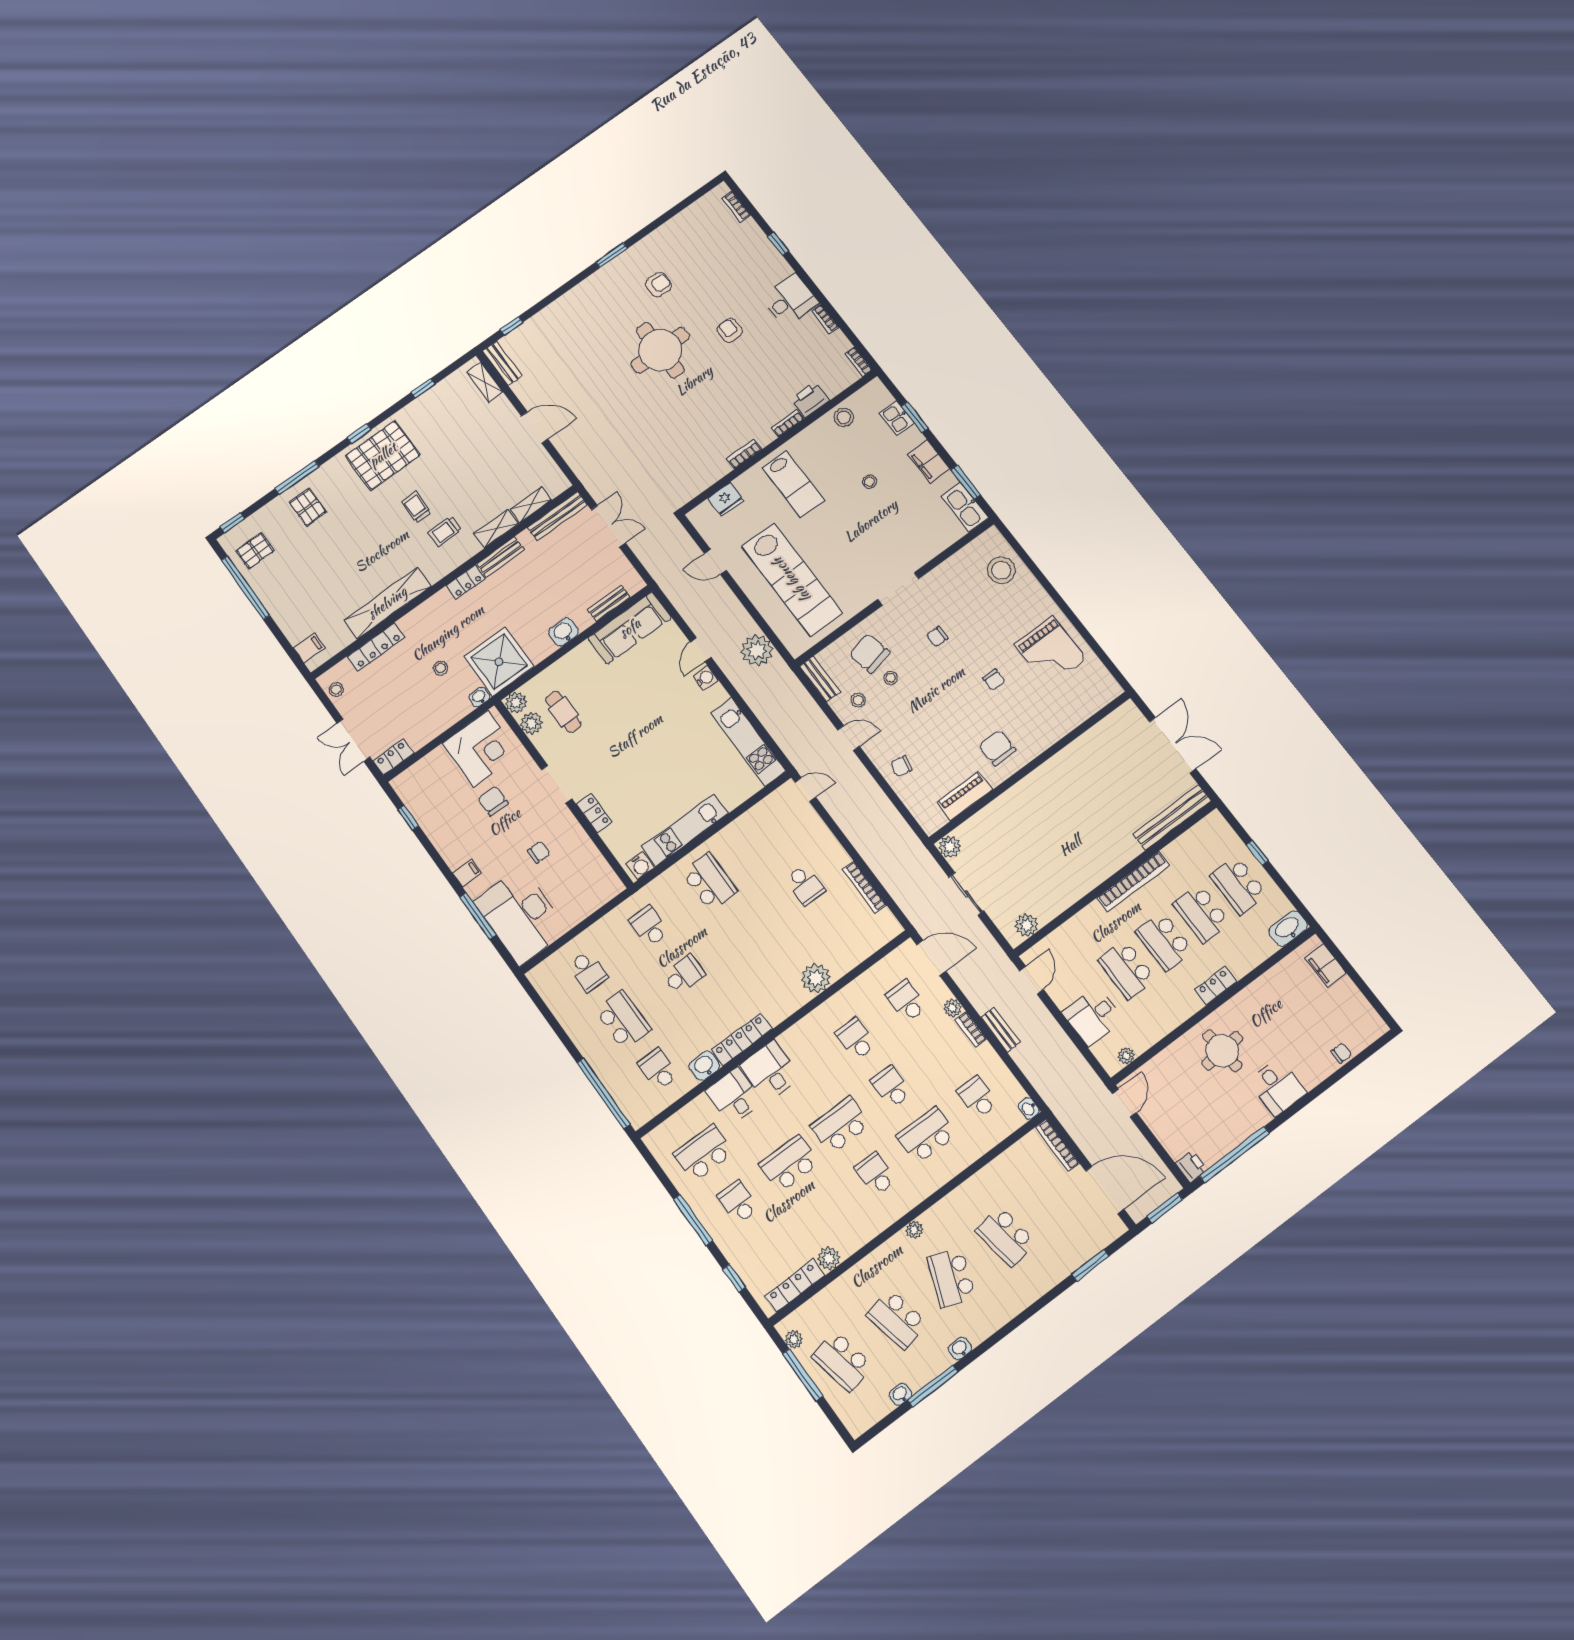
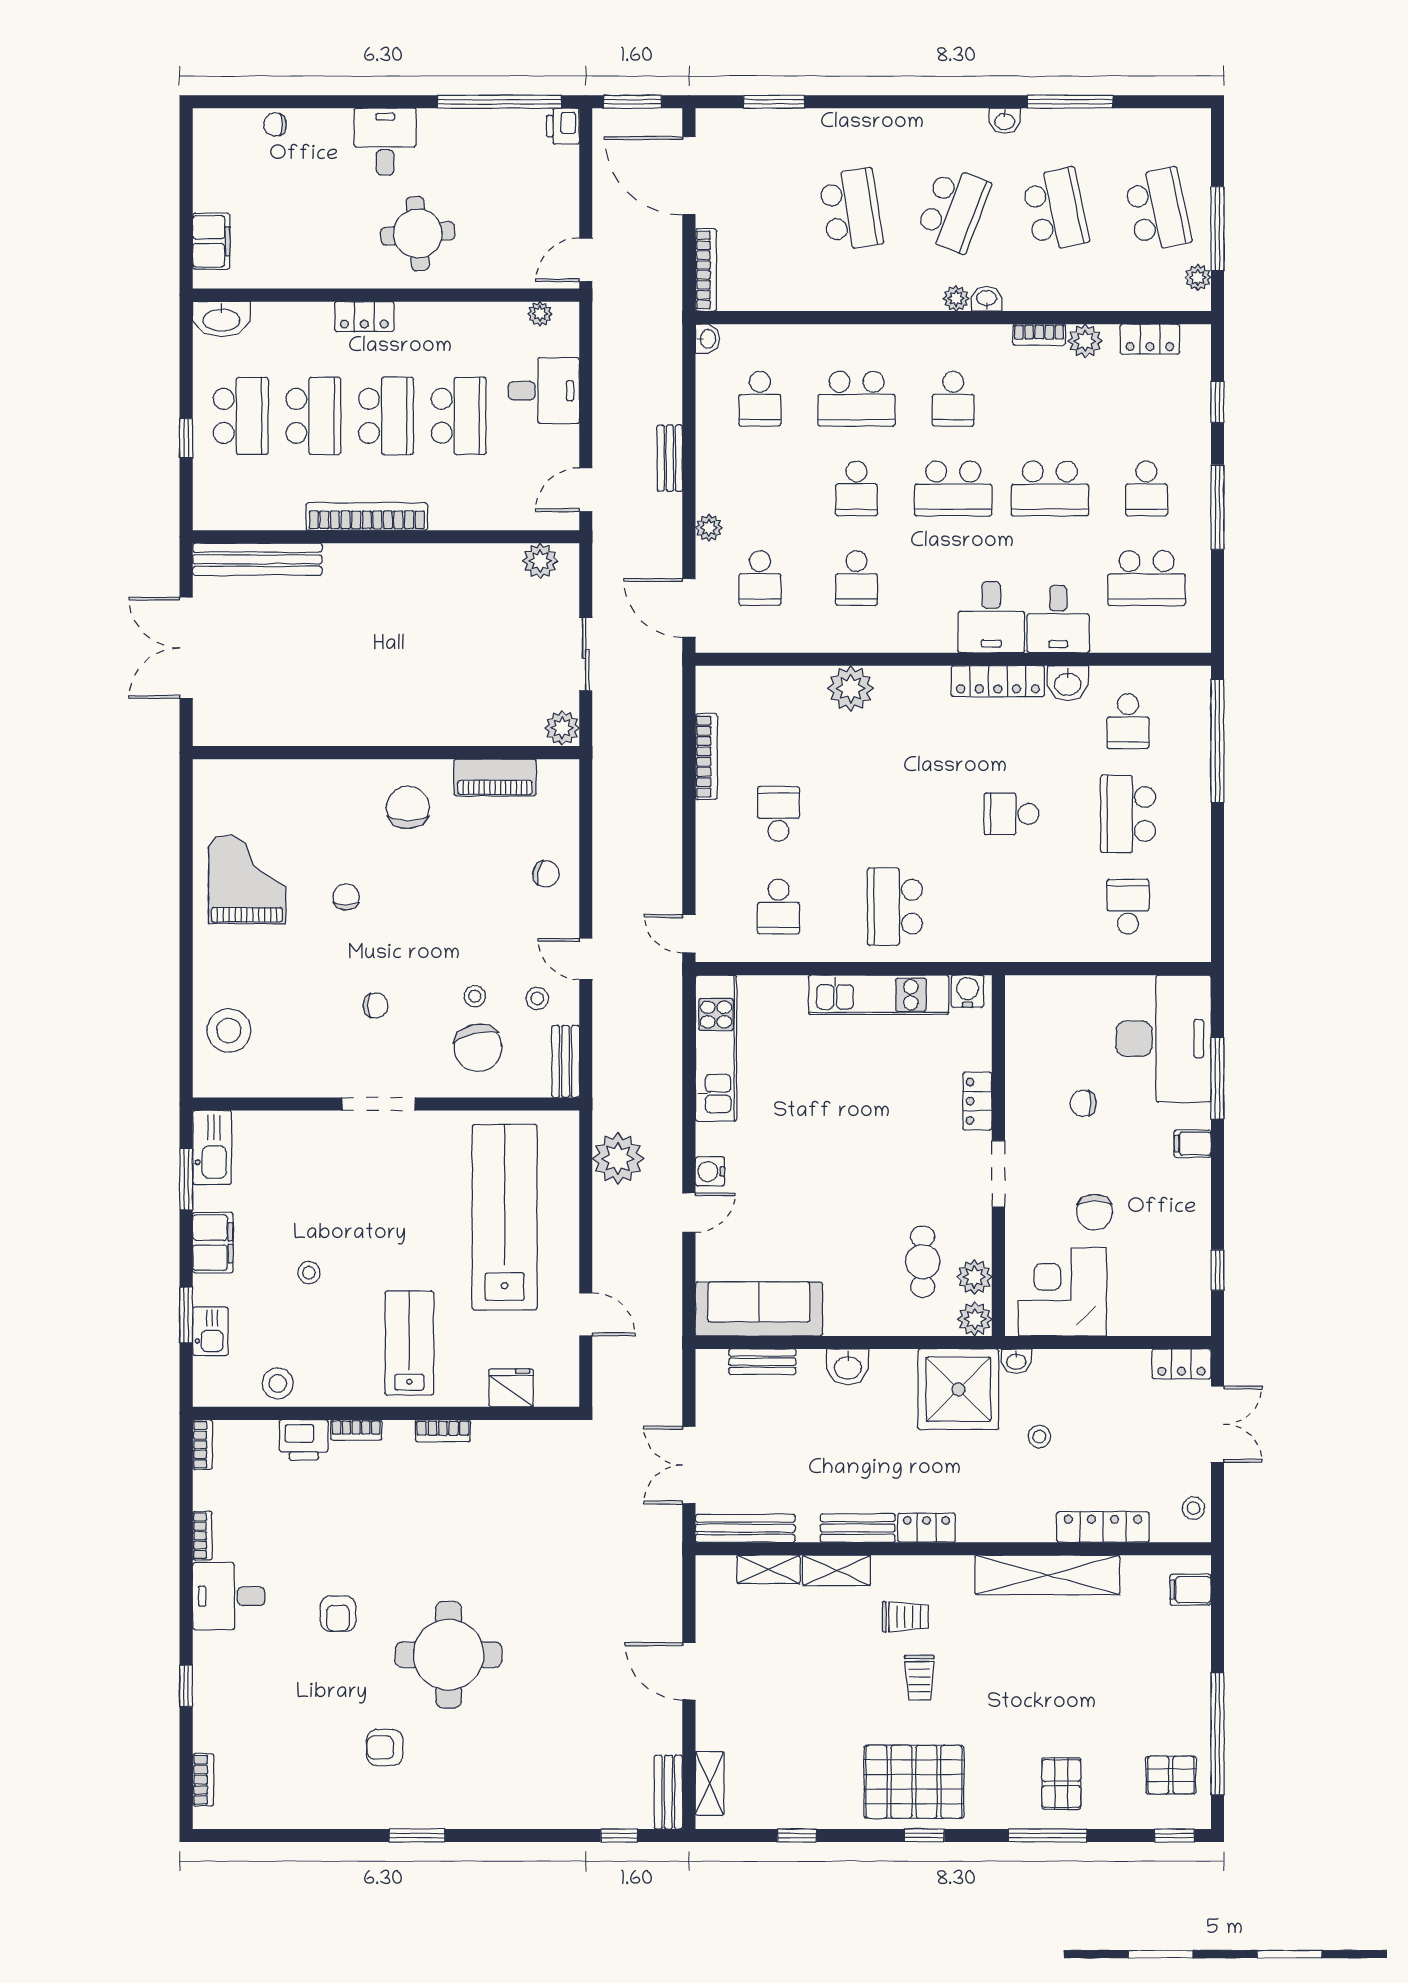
chair: (997, 748) -> (408, 807), turned 180
school desk: (649, 926) -> (778, 907), moved
bookcase: (971, 1029) -> (1039, 335), moved, turned 90
locker: (795, 1286) -> (1150, 339), width x0.66
washbasin: (900, 1394) -> (987, 299), moved, turned 180

